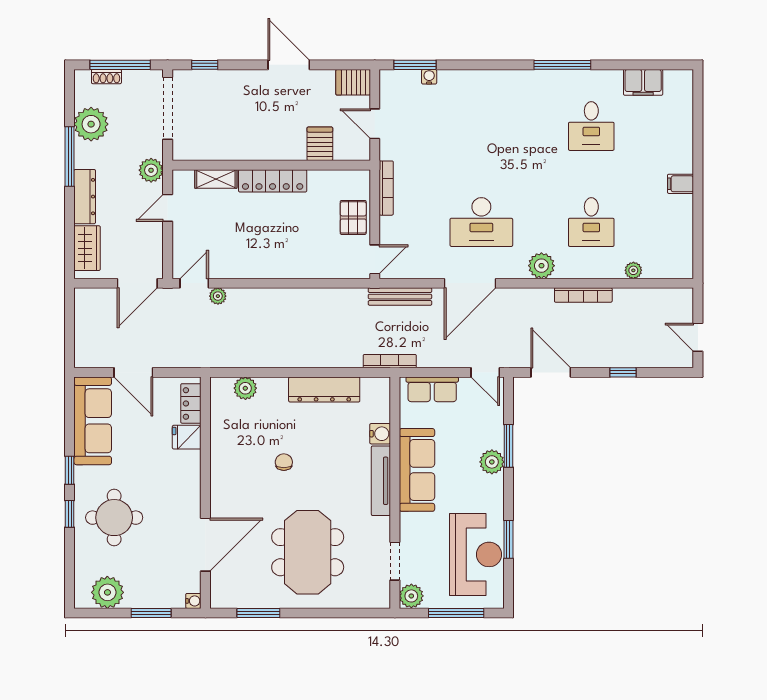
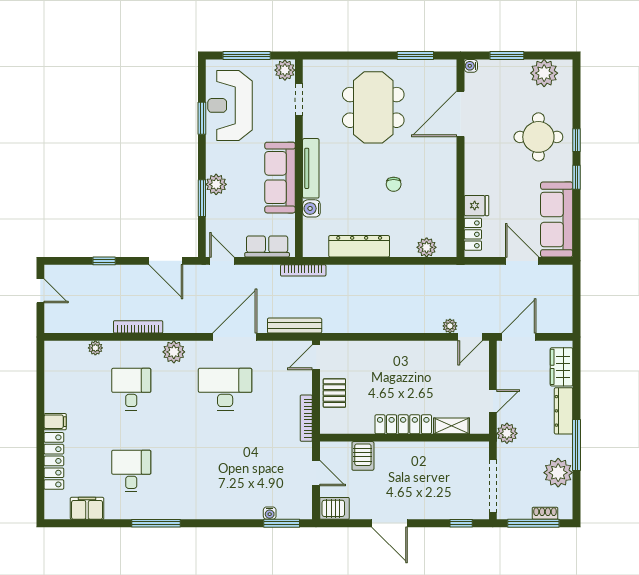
locker: (682, 138) -> (54, 461), added

